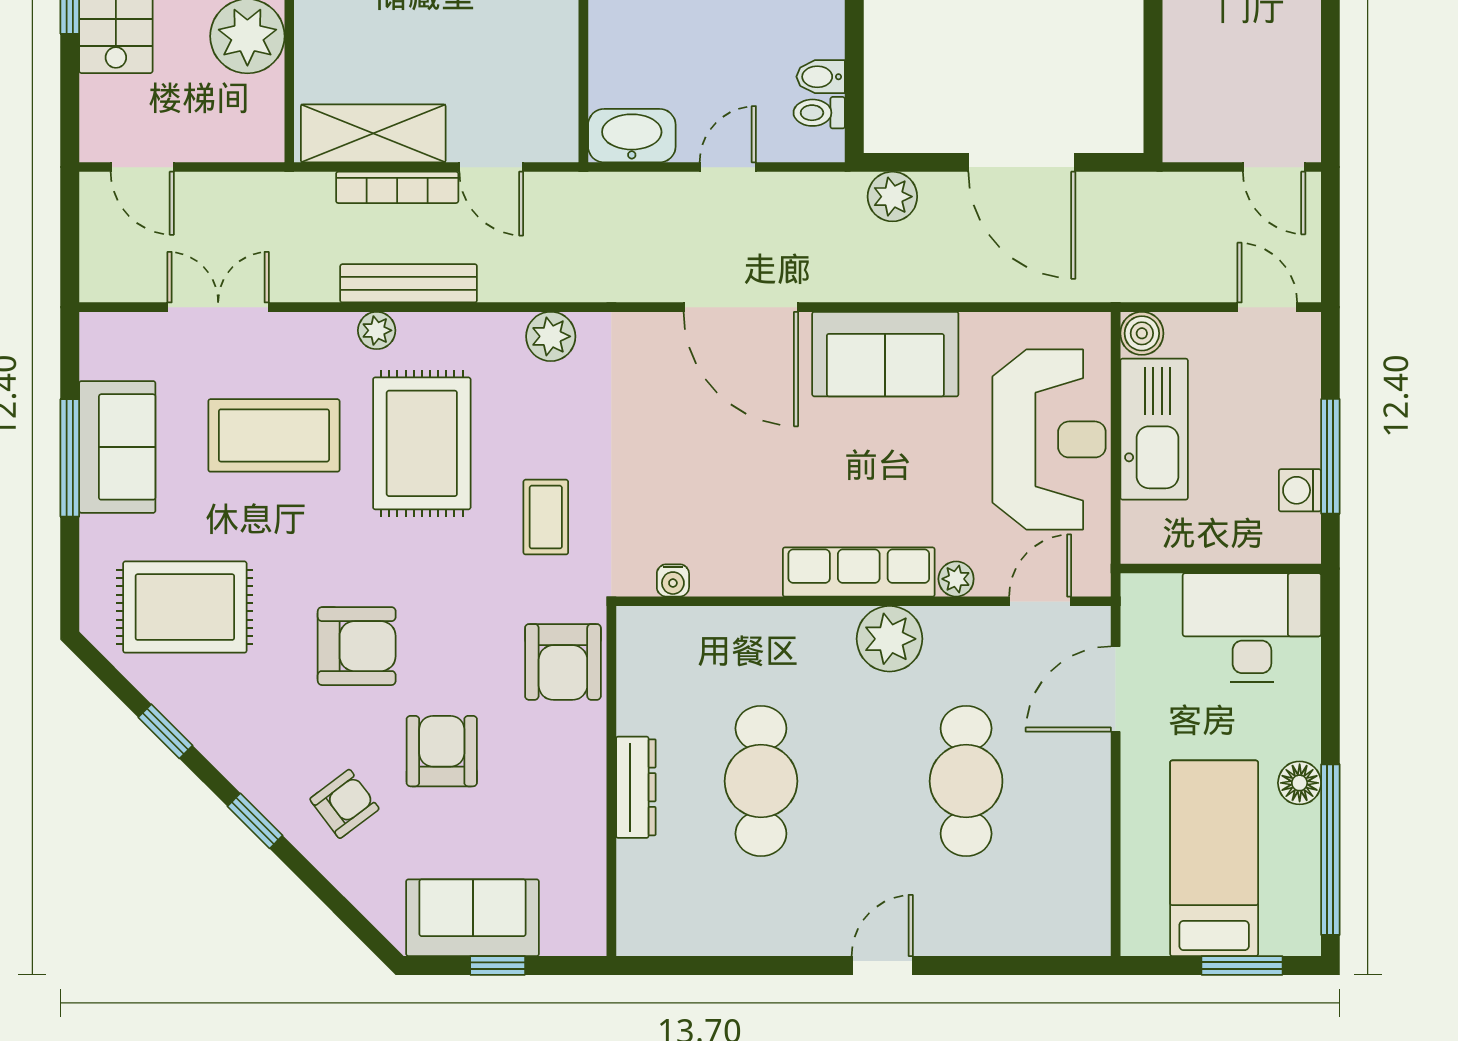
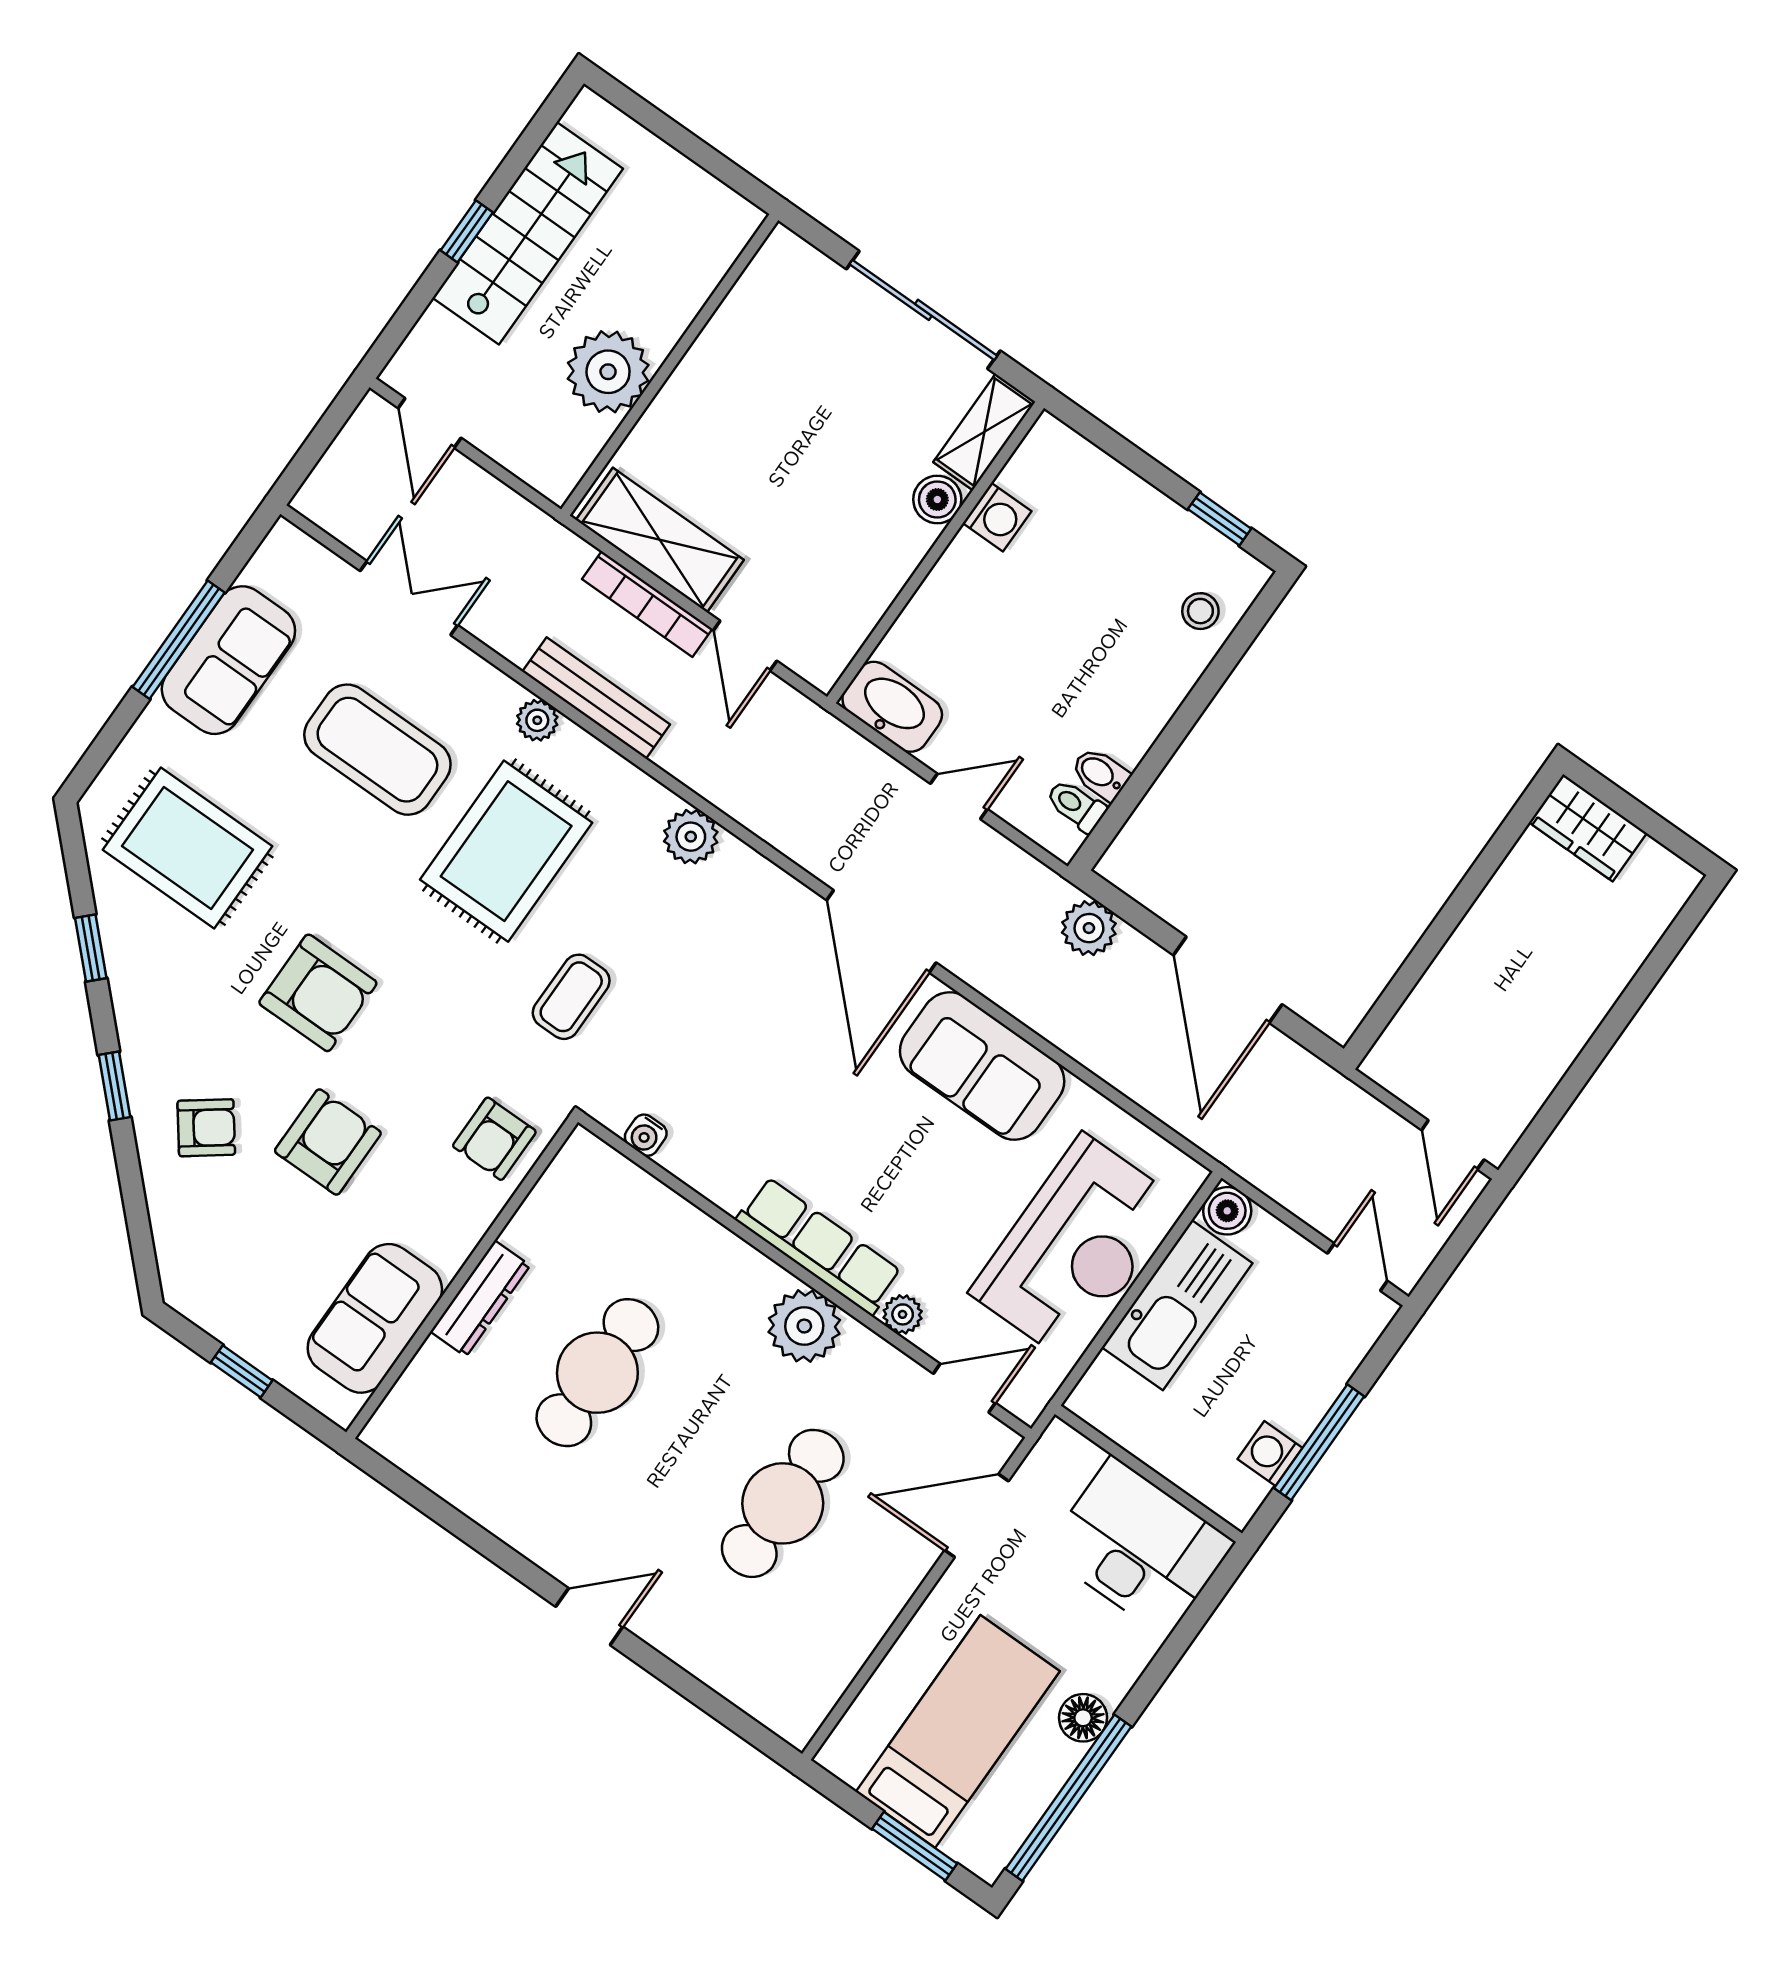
armchair: (563, 662) -> (494, 1139), width x0.72, depth x0.72
sofa: (473, 918) -> (375, 1318), moved, turned -90

